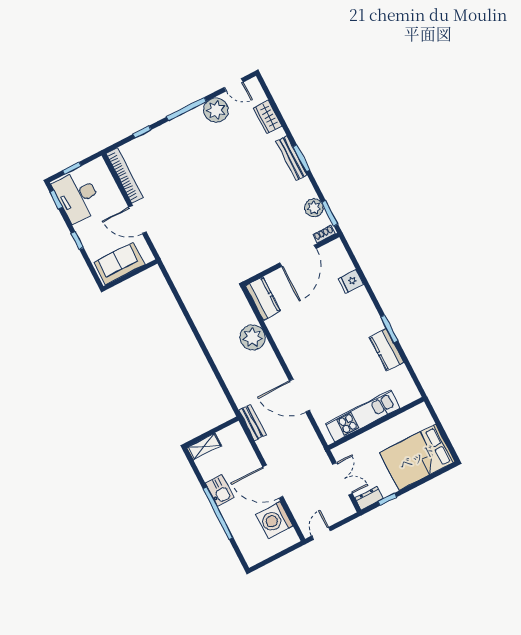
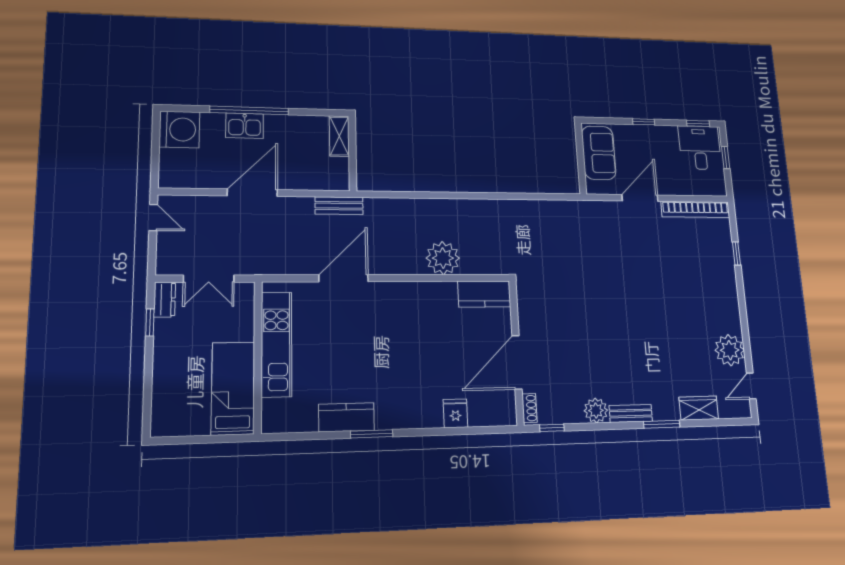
window: (186, 109) -> (743, 316), removed
bench: (292, 158) -> (631, 413), width x0.73
window: (301, 158) -> (662, 424), moved
desk: (78, 196) -> (700, 148), width x0.73
plant: (314, 208) -> (596, 410), moved
window: (330, 213) -> (552, 428), width x0.67
door: (298, 256) -> (517, 362), hinge flipped
bed: (417, 457) -> (233, 388), moved, width x0.67
kitchen sink: (220, 490) -> (245, 126), moved
washing machine: (274, 520) -> (179, 129), moved, turned 90

